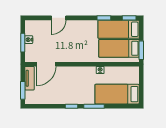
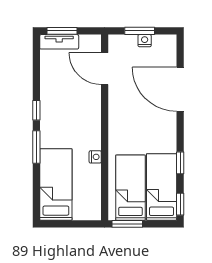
door: (59, 18) -> (180, 89), width x1.87
tv unit: (29, 78) -> (59, 42), moved

